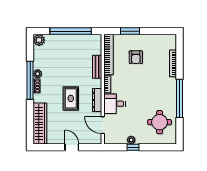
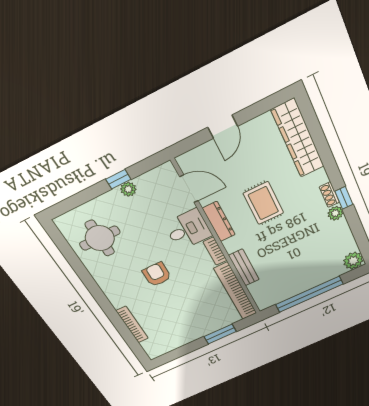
armchair: (136, 57) -> (157, 274), moved
window: (30, 80) -> (344, 198), width x0.32
window: (180, 98) -> (92, 285), removed
door: (72, 147) -> (223, 127), hinge flipped

